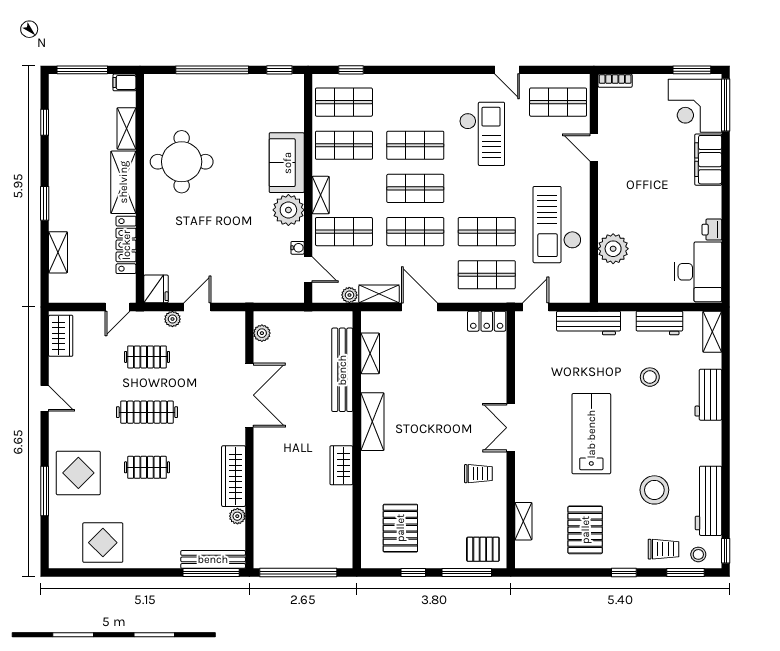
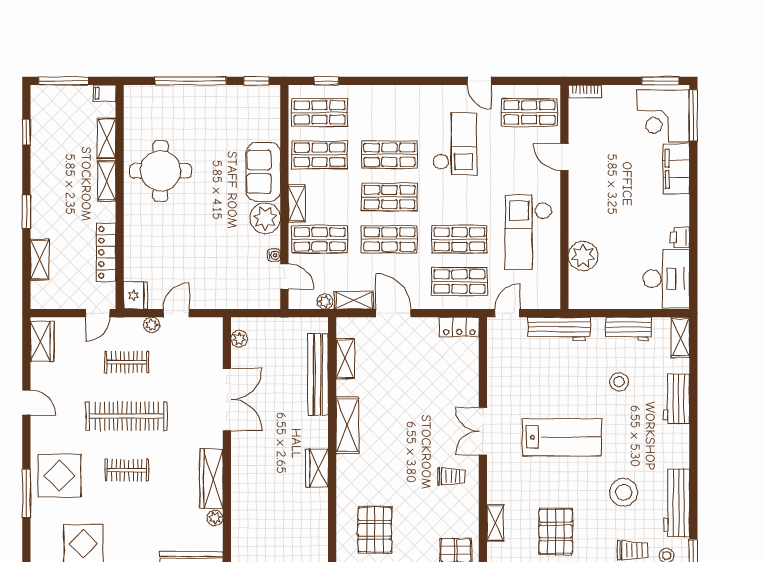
shelving: (123, 182) -> (107, 181), width x0.67, depth x0.75
clothes rail: (147, 412) -> (127, 416), width x1.37, depth x1.31
lab bench: (591, 434) -> (562, 437), turned 90

